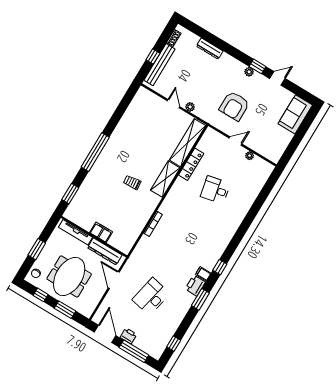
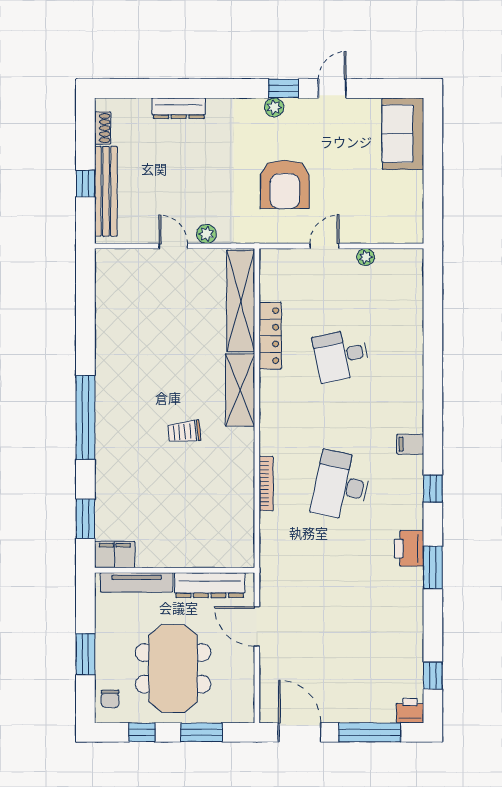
filing cabinet: (101, 232) -> (115, 555), moved
filing cabinet: (203, 274) -> (410, 444), moved
desk: (151, 297) -> (341, 486), moved
printer: (128, 336) -> (410, 711), moved

